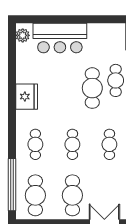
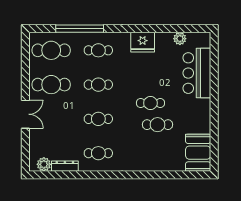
plant: (23, 35) -> (180, 39), moved
cafe table: (92, 88) -> (150, 103), width x0.73, depth x0.74
window: (12, 185) -> (80, 29), moved

